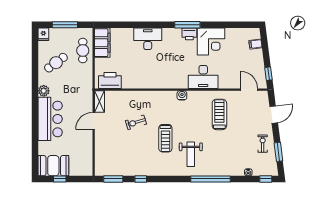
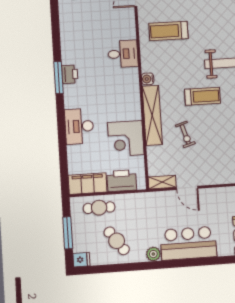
corner desk: (211, 42) -> (126, 139), moved, turned 180
desk: (203, 77) -> (123, 54), width x0.73
printer: (110, 80) -> (122, 181), moved, turned 90
shelving: (153, 97) -> (152, 115), added

